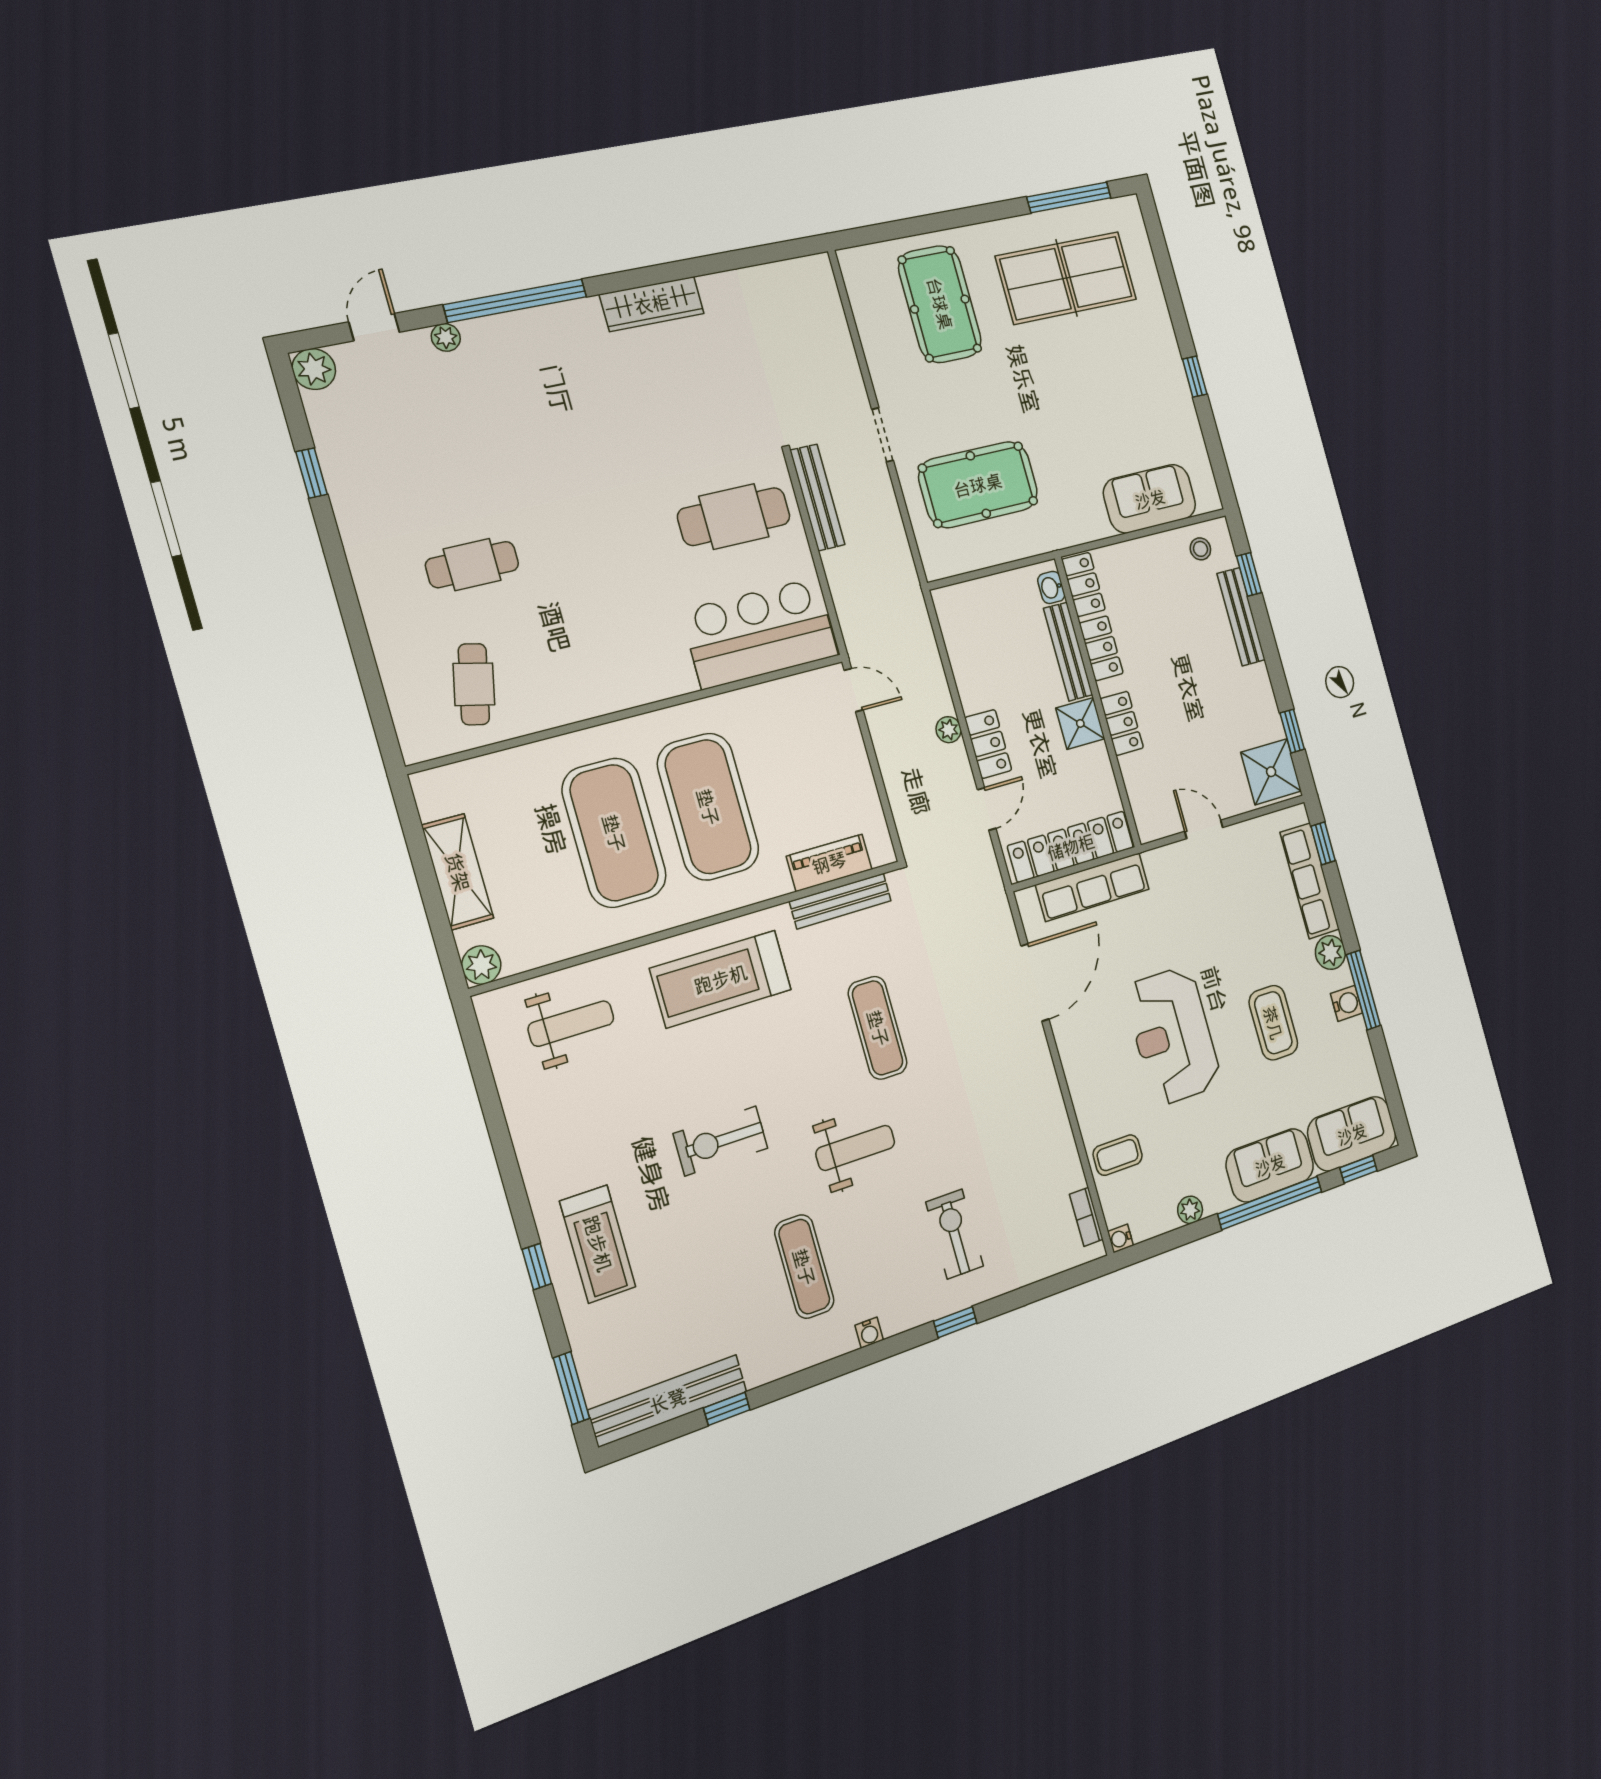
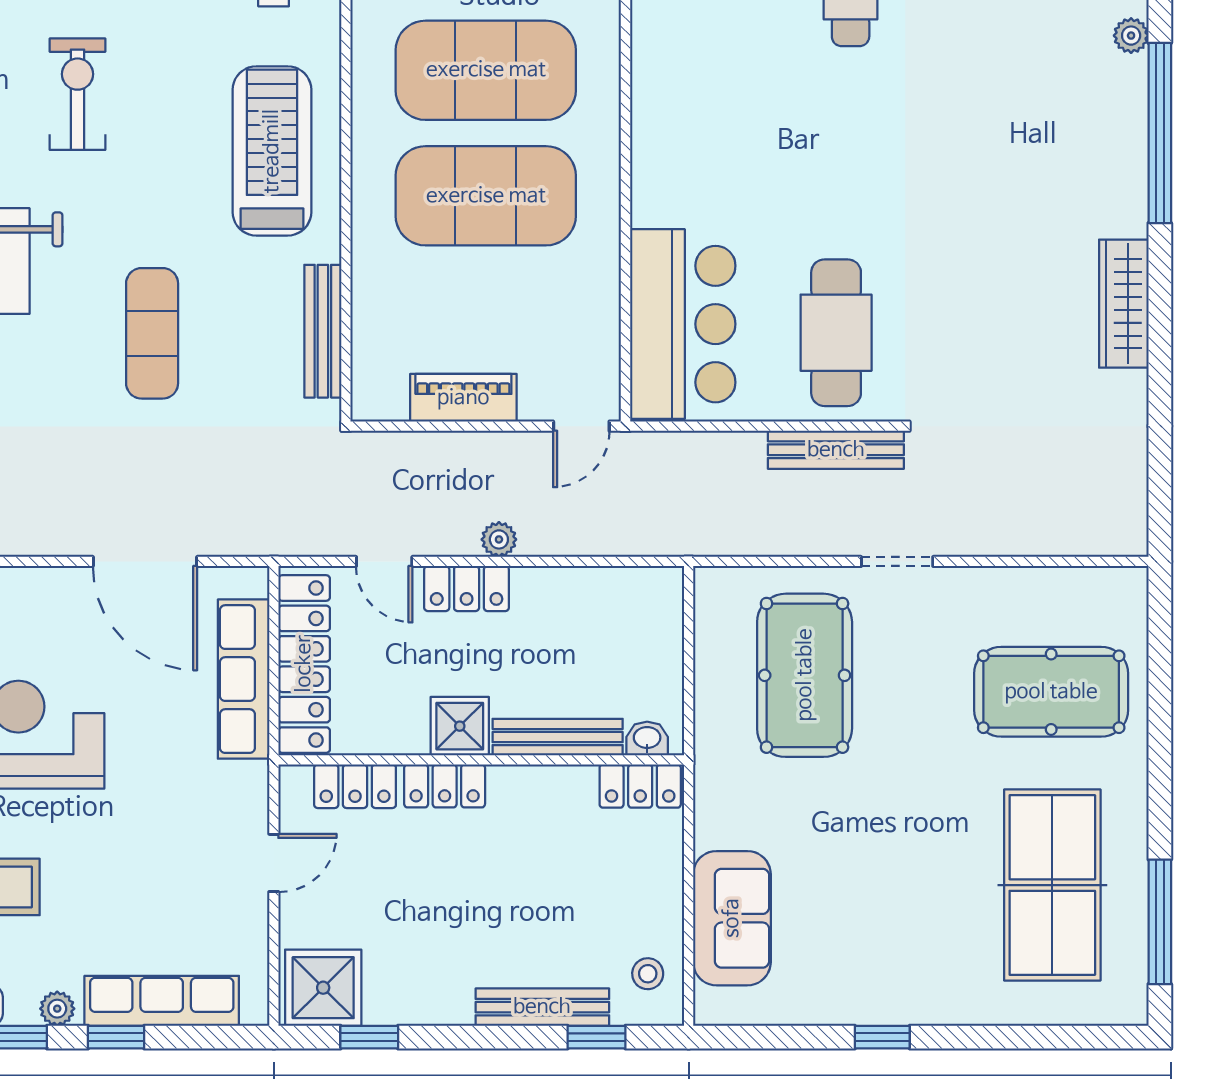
locker: (1101, 648) -> (355, 786), moved
window: (1323, 843) -> (116, 1037), moved
piano: (829, 863) -> (463, 398), moved, turned -90
plant: (1330, 953) -> (57, 1009), width x0.73, depth x0.73
exercise mat: (878, 1028) -> (152, 333), turned 90

